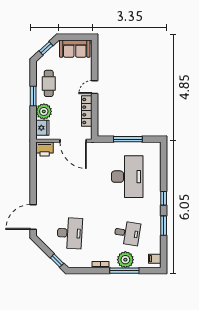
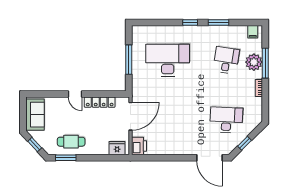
window: (33, 96) -> (66, 158), moved
plant: (44, 111) -> (100, 147), removed
window: (57, 261) -> (244, 143), moved

